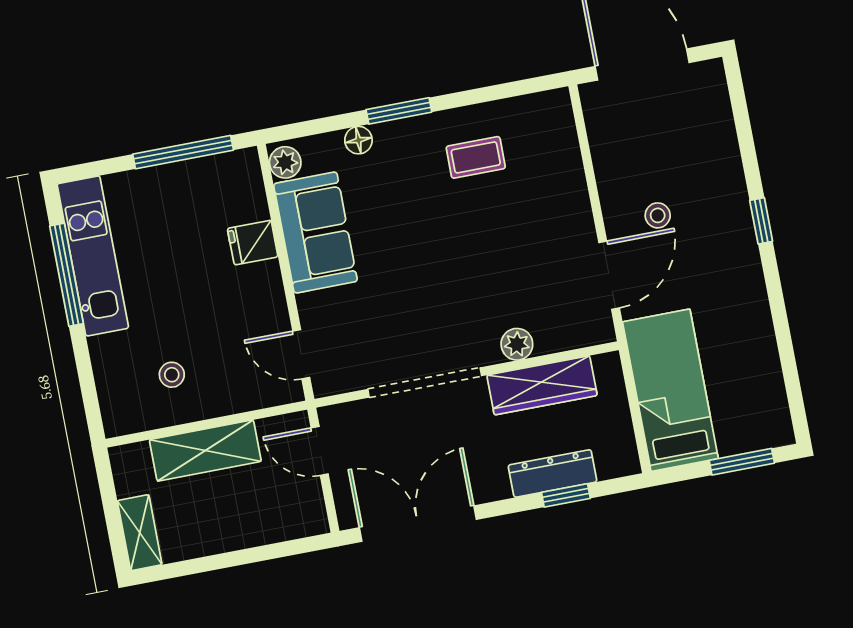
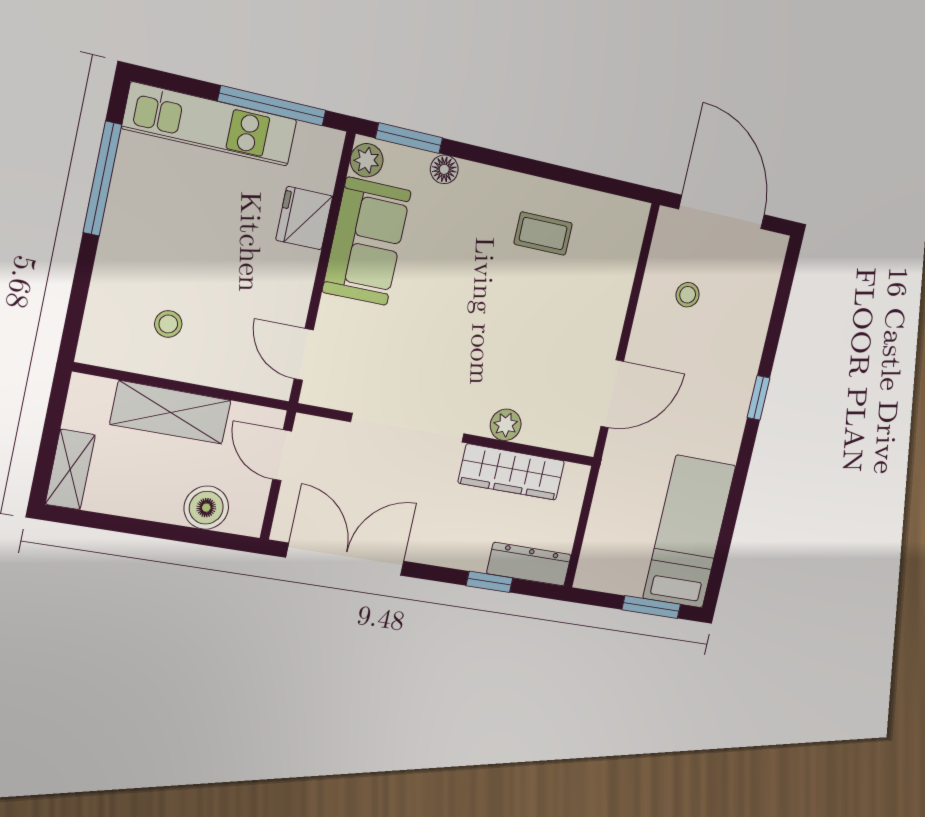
window: (399, 111) -> (409, 138), moved
stool: (658, 215) -> (688, 295), moved
fridge: (253, 243) -> (304, 218), width x1.38
kitchen unit: (93, 256) -> (210, 124), moved, turned 90
bed: (670, 390) -> (689, 532), moved
dresser: (553, 473) -> (529, 564), moved
boiler: (271, 523) -> (206, 508), added

